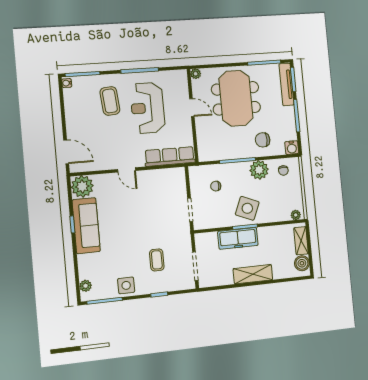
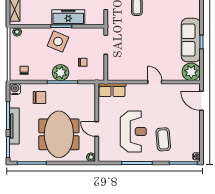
tv unit: (286, 84) -> (14, 126), moved
row of seats: (170, 156) -> (112, 90), width x0.68
plant: (259, 170) -> (61, 73), moved

